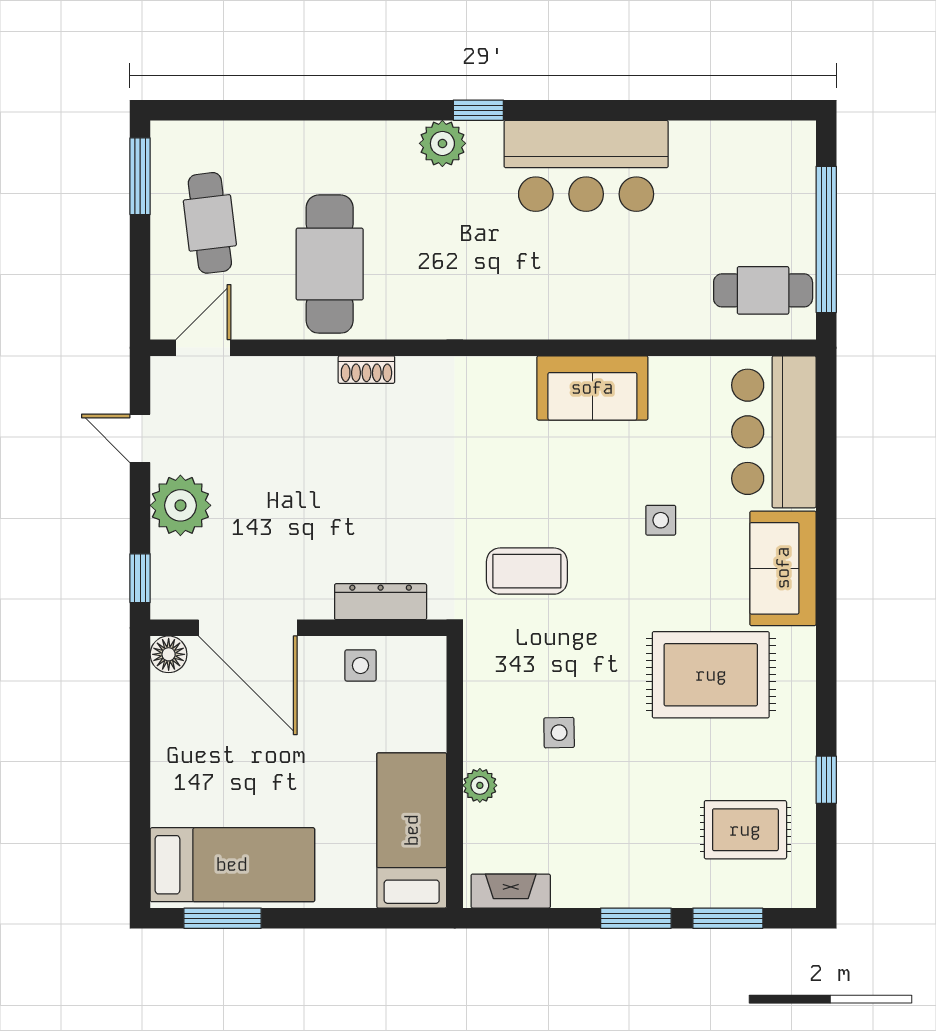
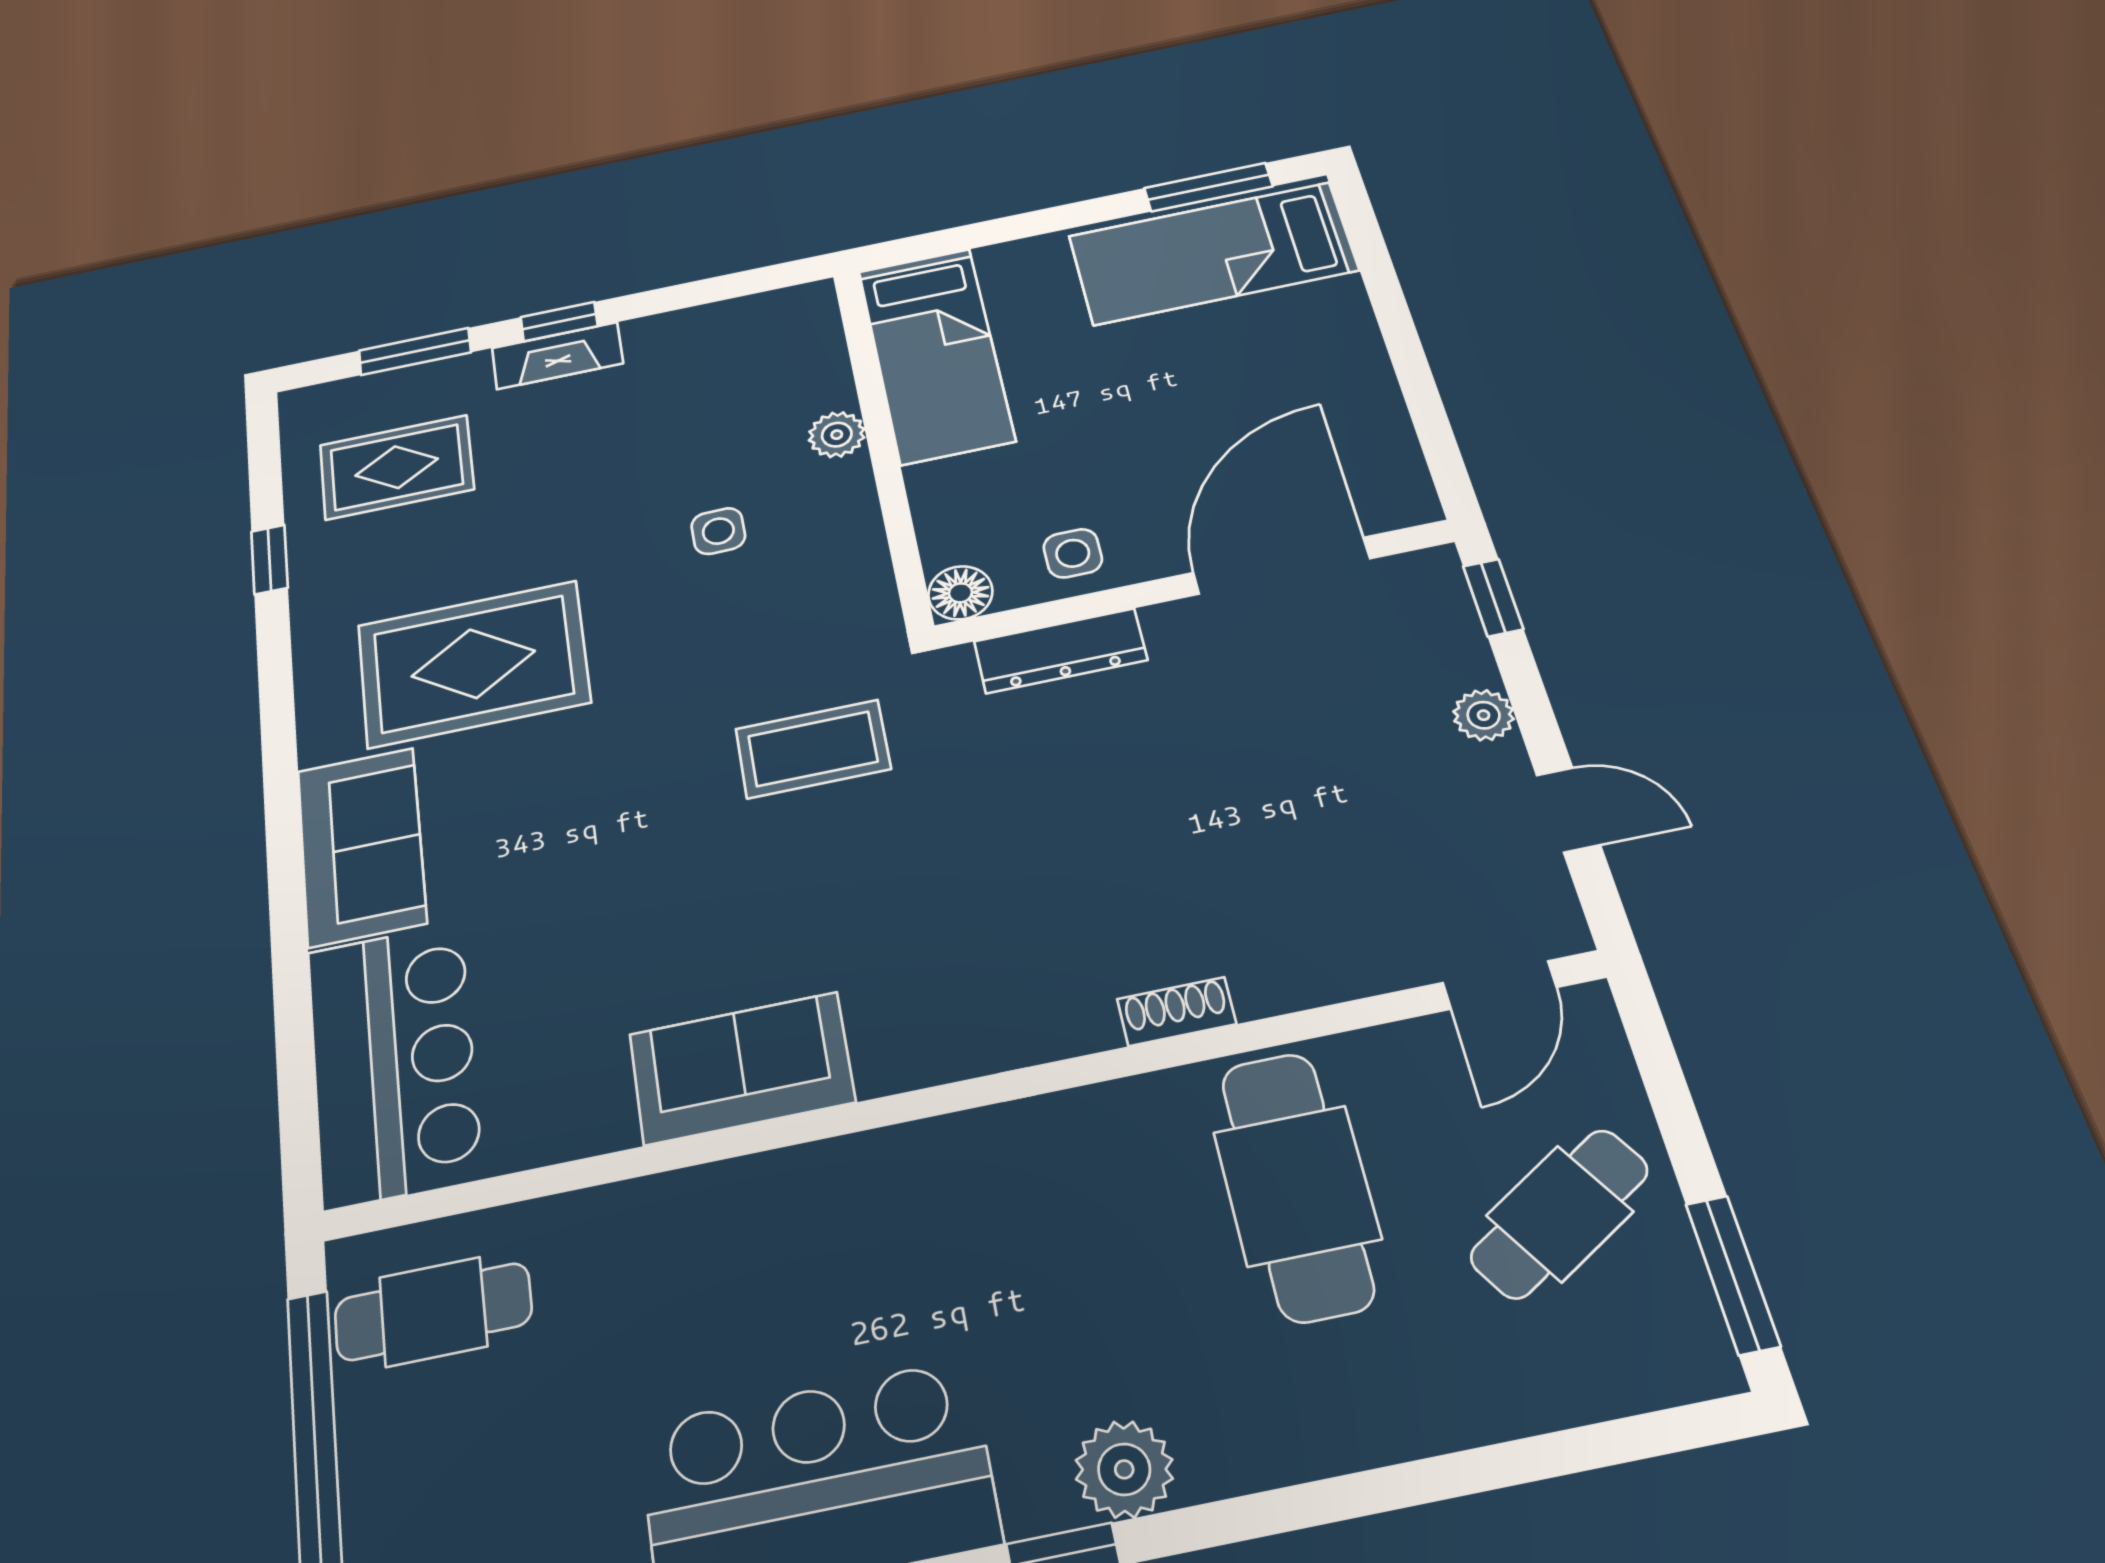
cafe table: (210, 223) -> (1560, 1214), turned 65
plant: (180, 505) -> (1484, 715), width x0.53, depth x0.53
side table: (661, 520) -> (586, 876), removed
door: (248, 628) -> (1281, 566), hinge flipped
floor lamp: (169, 654) -> (960, 593), moved
fireplace: (511, 891) -> (557, 356), moved
window: (636, 918) -> (559, 322), width x0.67

